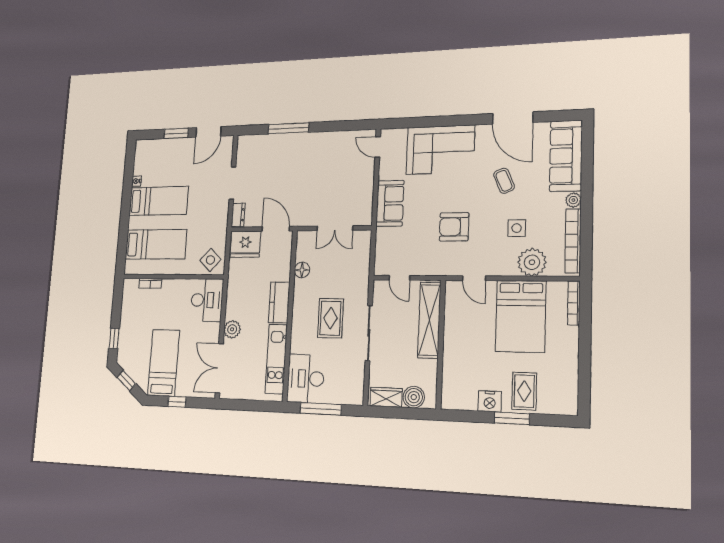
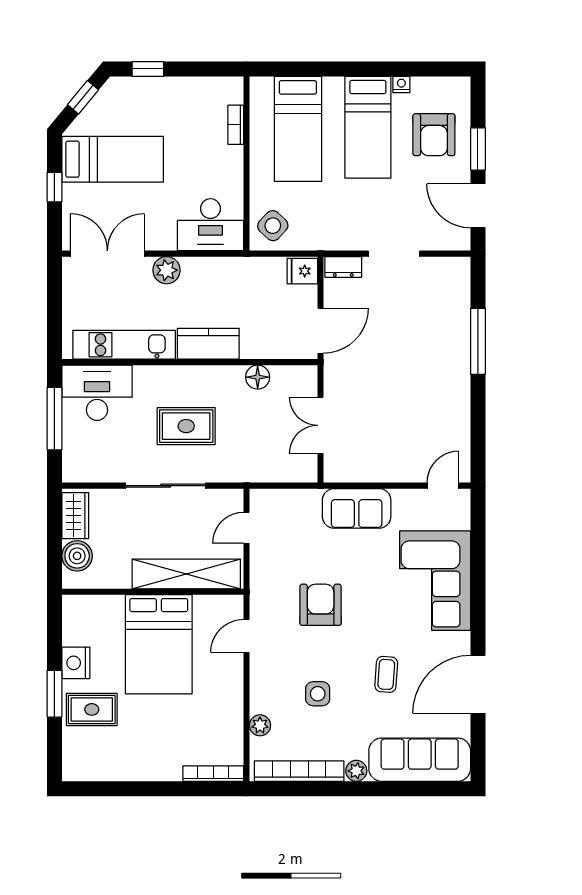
armchair: (166, 160) -> (434, 135), added
coffee table: (504, 181) -> (386, 674), turned -63
fridge: (245, 244) -> (302, 271), width x0.53, depth x0.75
plant: (532, 262) -> (260, 725), width x0.53, depth x0.53
bed: (521, 316) -> (159, 644), moved, turned -90

